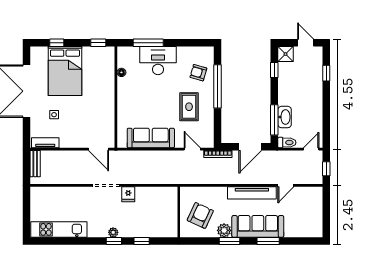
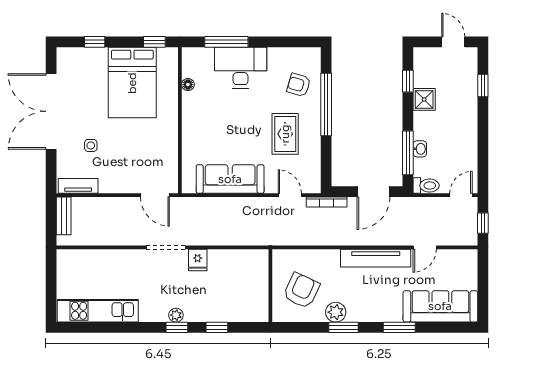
shower: (285, 54) -> (424, 99), moved
bed: (65, 71) -> (132, 83), moved
washbasin: (285, 117) -> (420, 149), width x0.52, depth x0.69
sofa: (258, 226) -> (440, 306), moved

